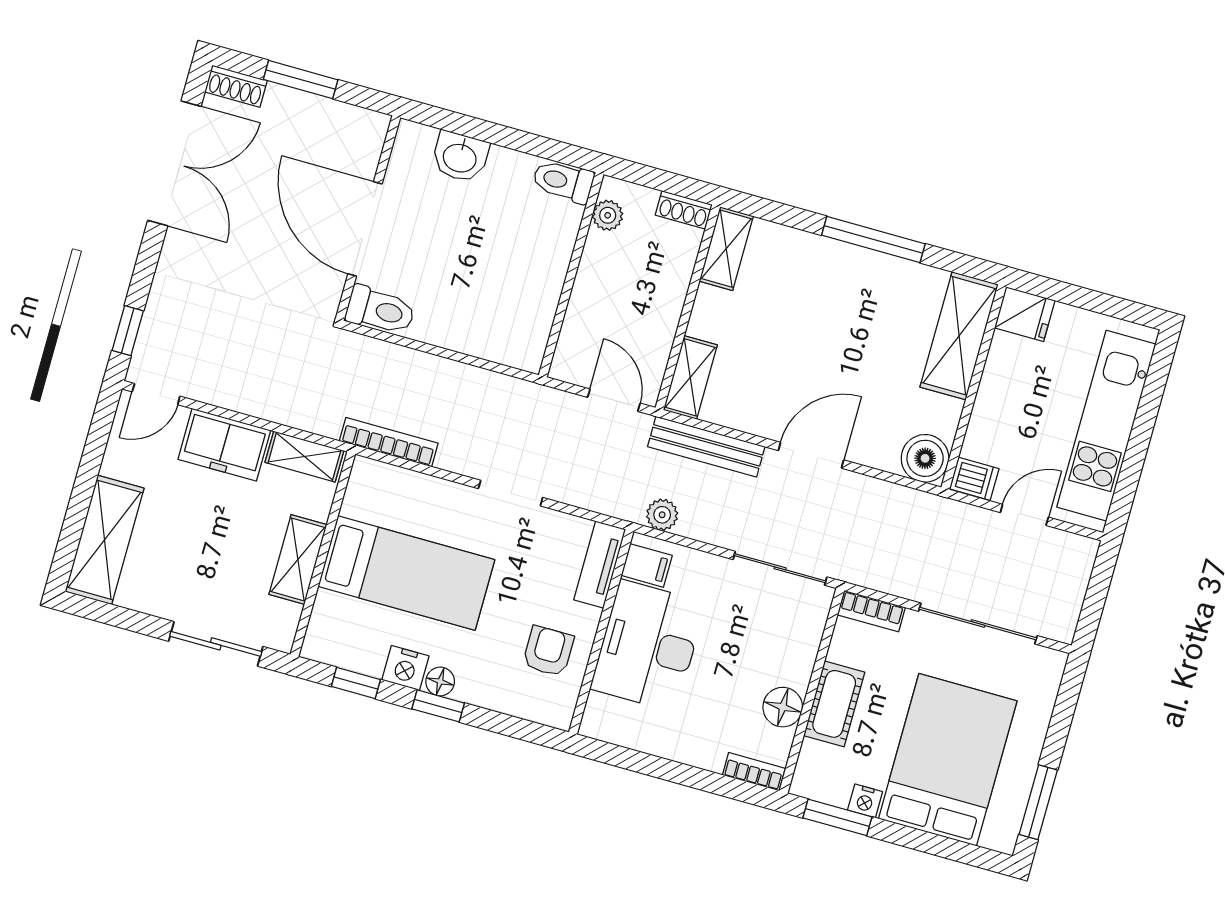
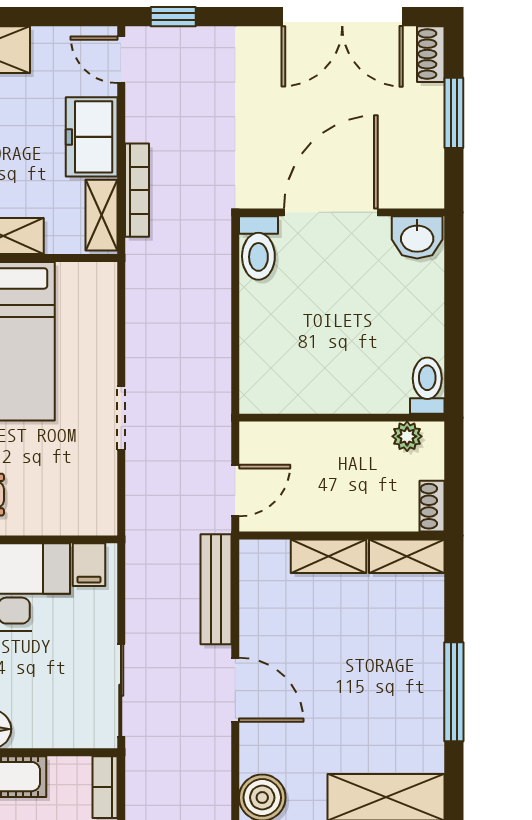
washbasin: (460, 157) -> (417, 237), moved, turned -90
shelving: (690, 377) -> (328, 556), moved
bookcase: (389, 442) -> (137, 190), moved
plant: (662, 515) -> (141, 566), removed
tv unit: (600, 565) -> (78, 520), removed

